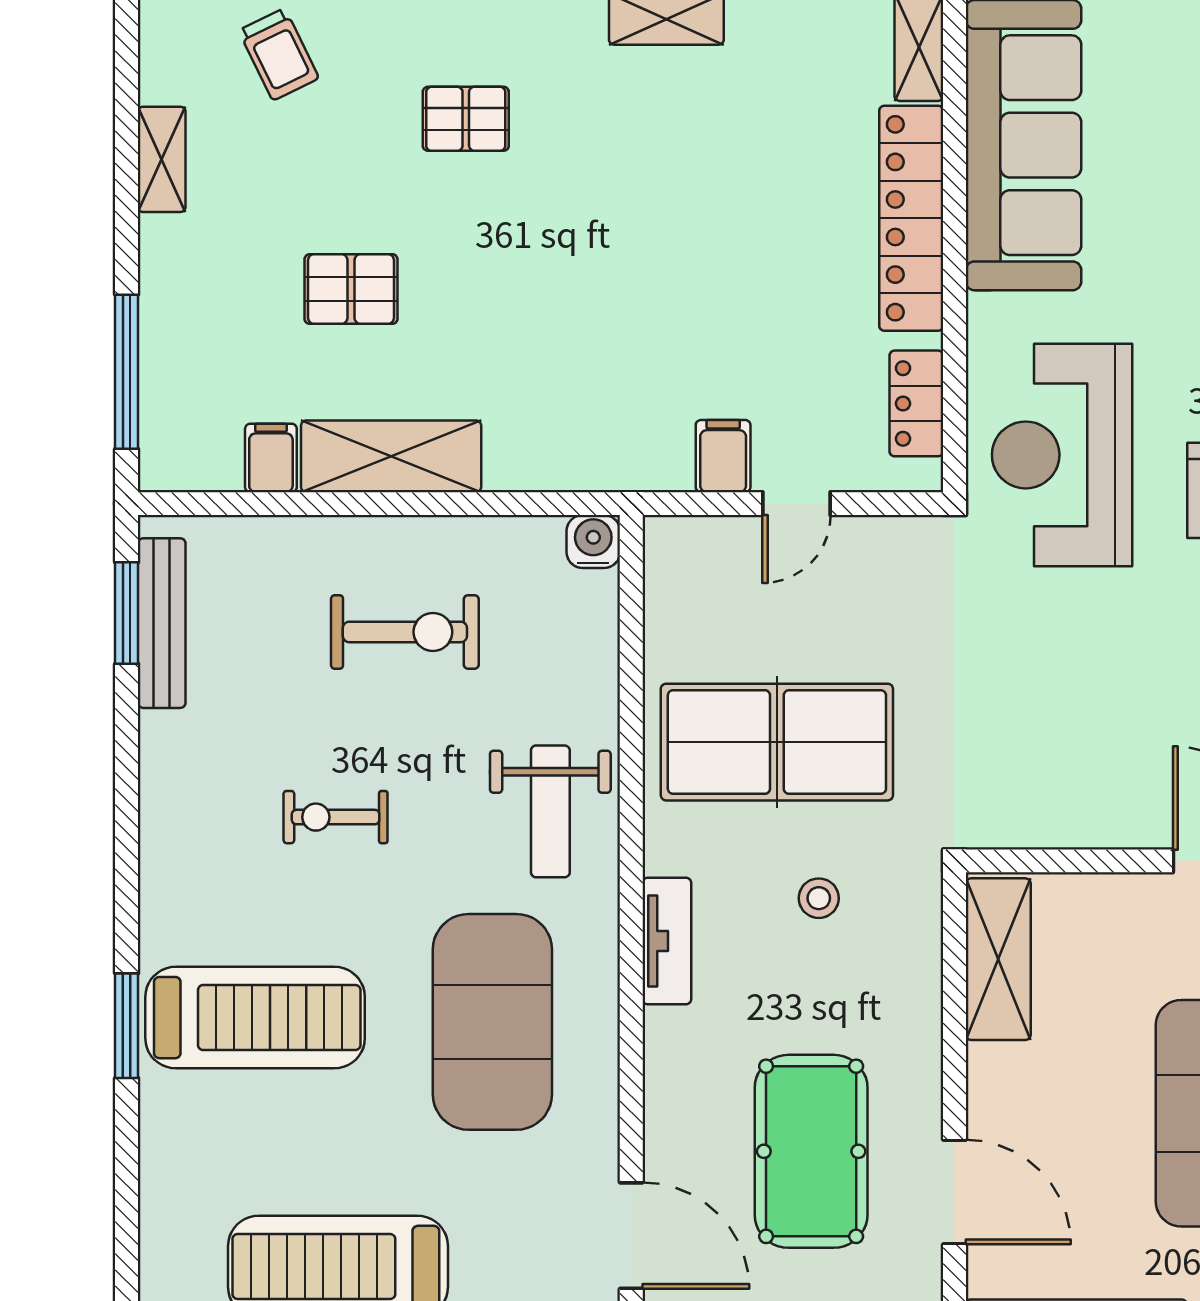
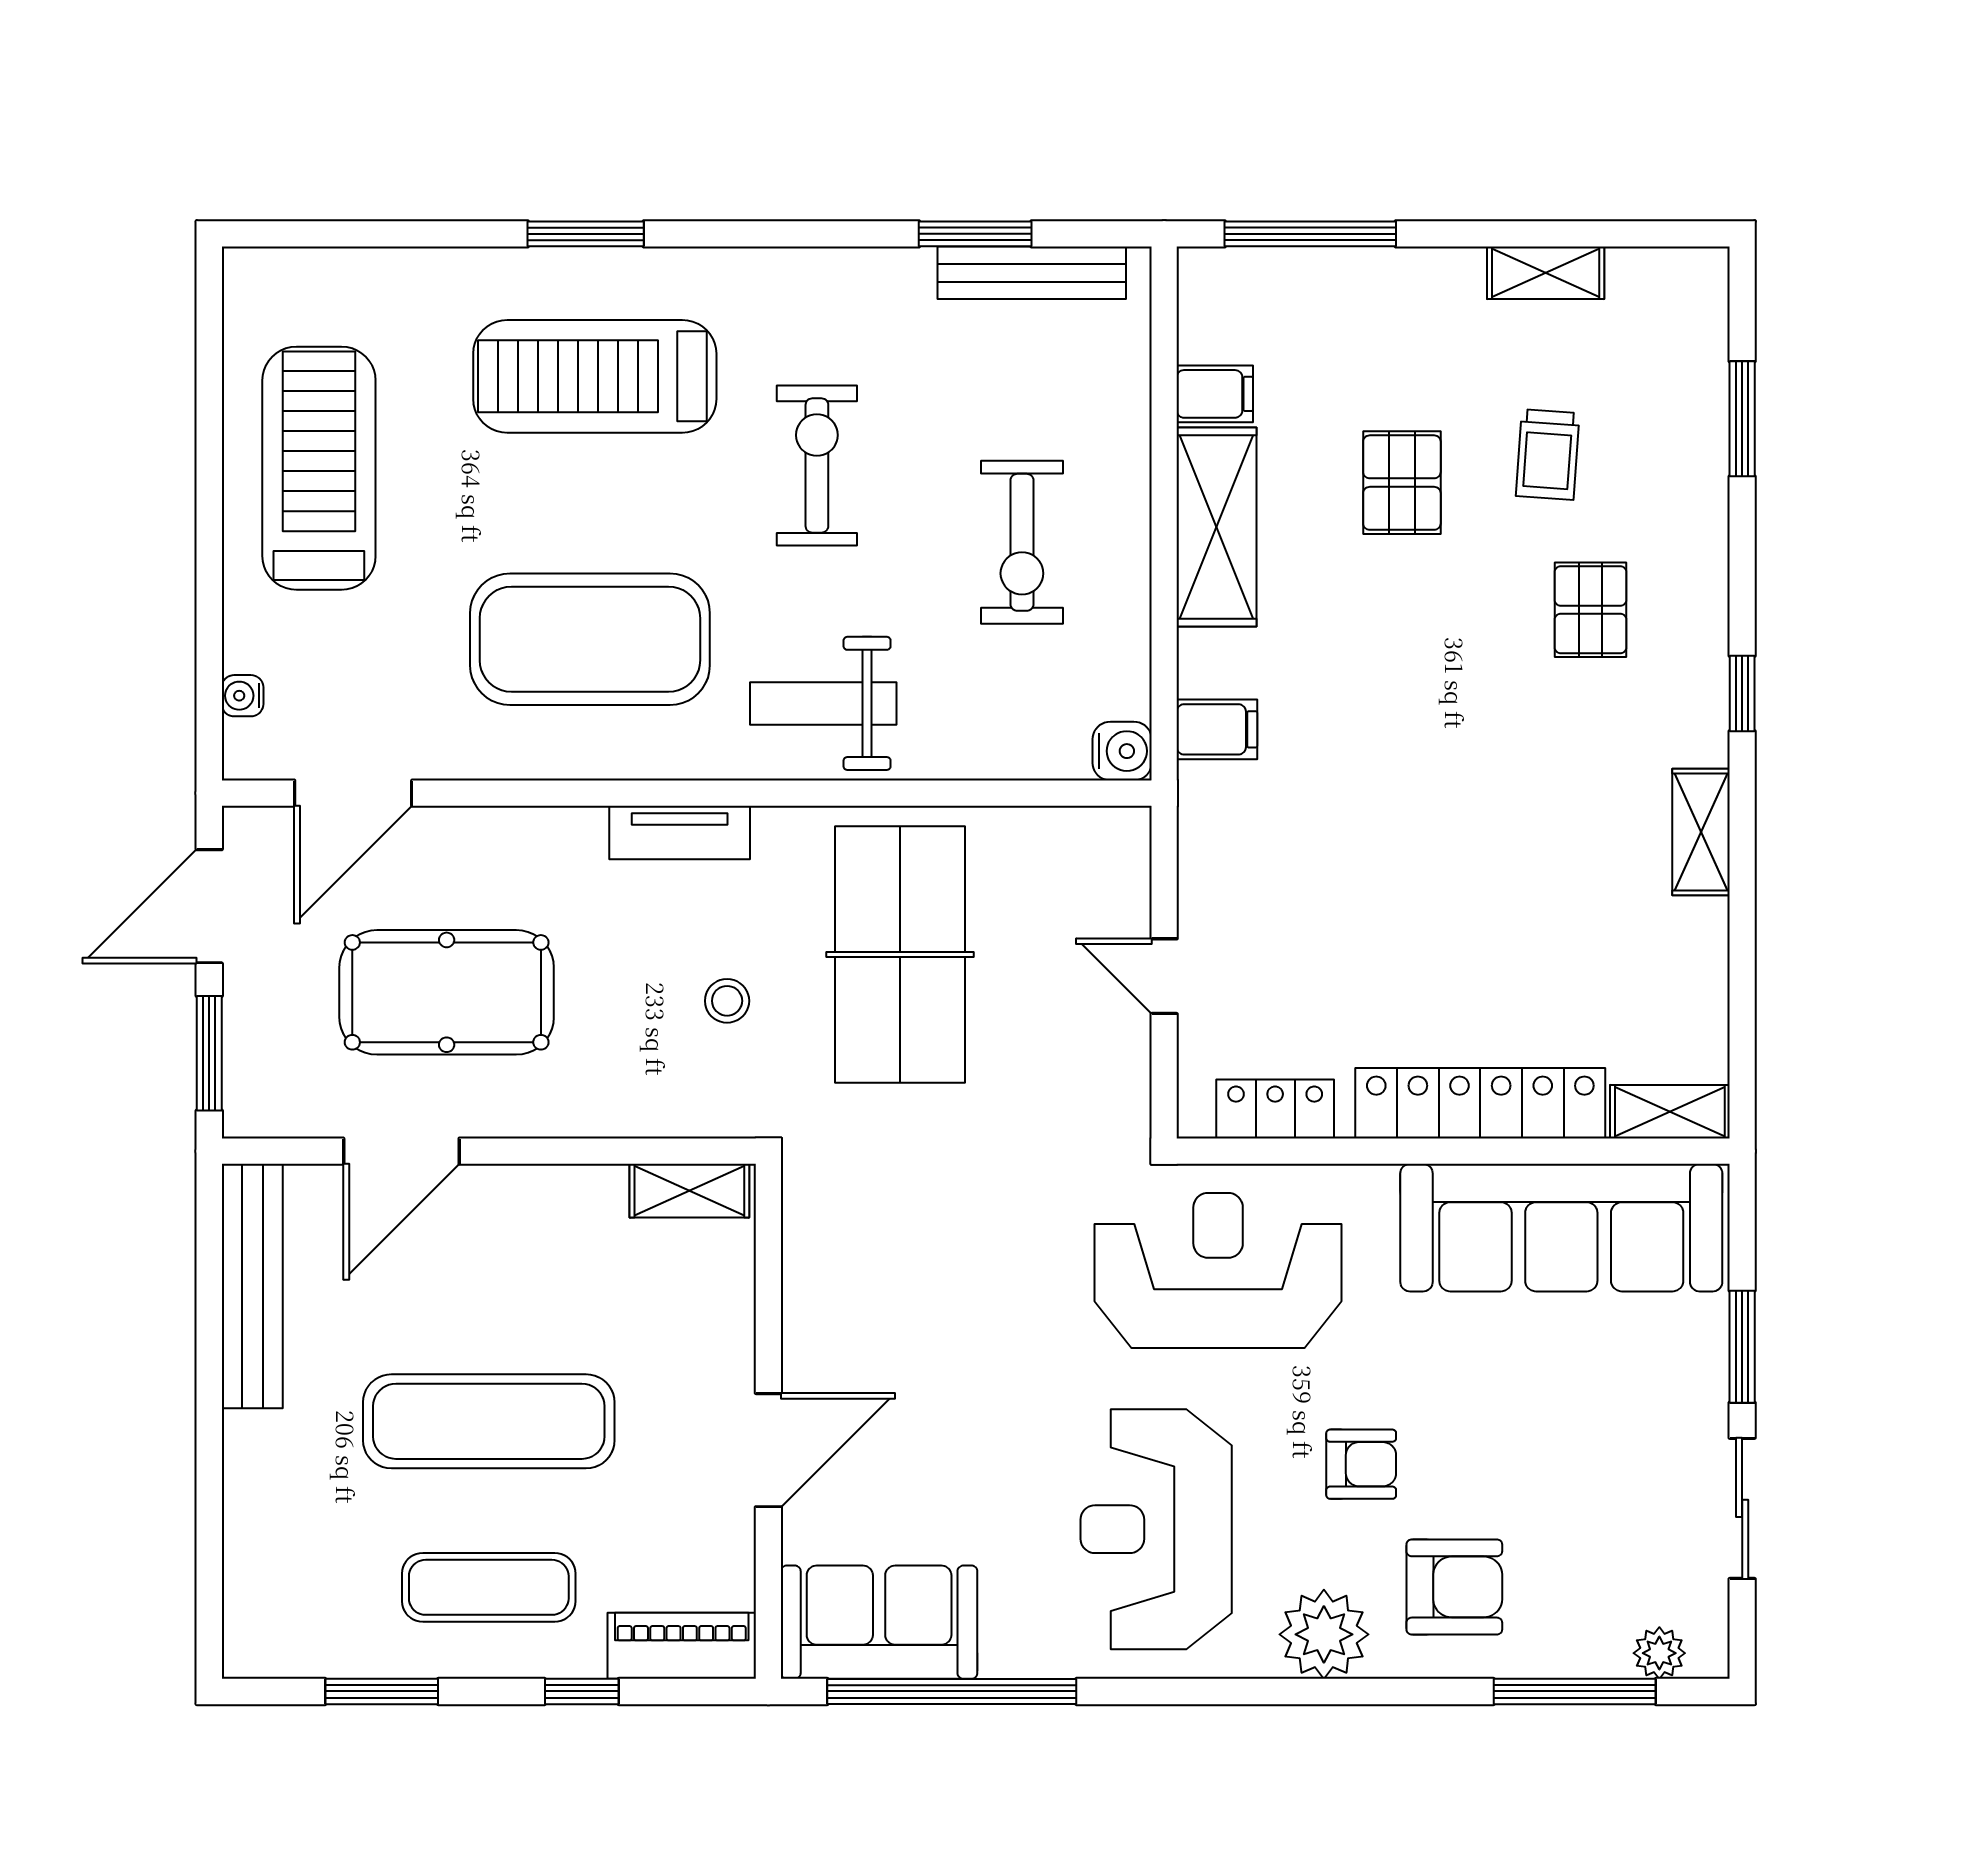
trolley: (279, 54) -> (1548, 455), moved, turned -60
filing cabinet: (723, 456) -> (1217, 729), moved
window: (127, 613) -> (975, 234), moved
exercise bike: (336, 817) -> (817, 465), width x1.38, depth x1.39
shelving: (998, 959) -> (689, 1191), width x0.67, depth x0.75
treadmill: (255, 1018) -> (595, 376), turned 90

